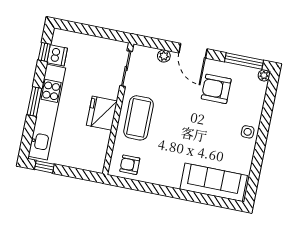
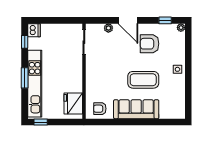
dishwasher: (57, 55) -> (34, 30), moved
window: (244, 61) -> (165, 20), width x0.46
fridge: (102, 113) -> (73, 103), moved
coffee table: (139, 118) -> (143, 80), moved, turned 90
sofa: (214, 182) -> (136, 109), moved

